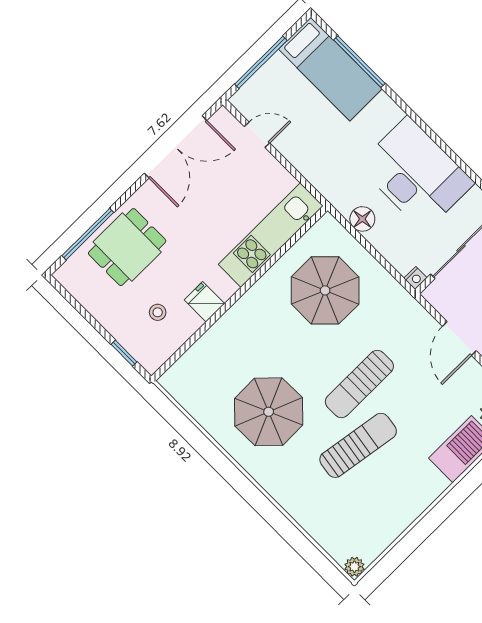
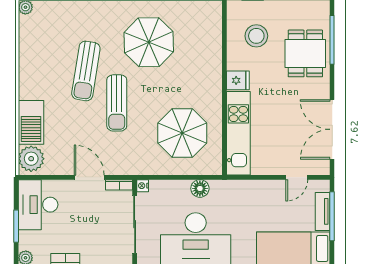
tv unit: (265, 76) -> (323, 211), added
fridge: (204, 302) -> (238, 80), moved
bookcase: (438, 302) -> (119, 185), added
stool: (158, 312) -> (256, 36), width x1.89, depth x1.89
sun lounger: (359, 384) -> (117, 103), turned 180

